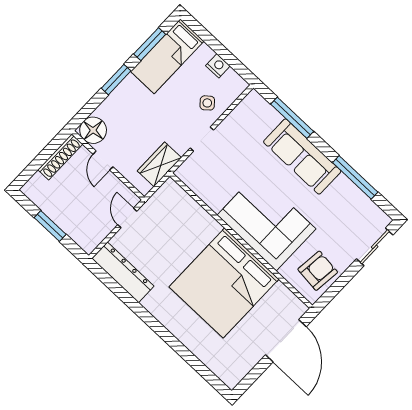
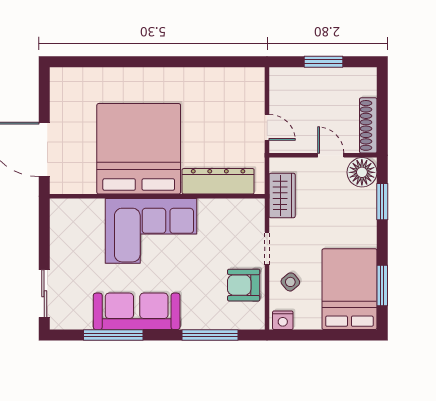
bed: (167, 56) -> (349, 289), width x1.50
nightstand: (218, 66) -> (283, 320), moved
window: (116, 80) -> (382, 202), moved
sofa: (302, 157) -> (137, 311), moved
armchair: (318, 271) -> (244, 285), moved, turned 84
dresser: (123, 272) -> (218, 181), moved, turned 180

